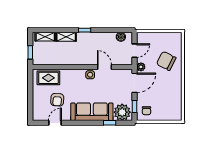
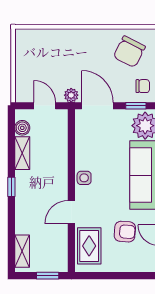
shelving: (66, 37) -> (22, 153), moved
chair: (166, 61) -> (129, 52), moved
door: (104, 67) -> (71, 212), moved

